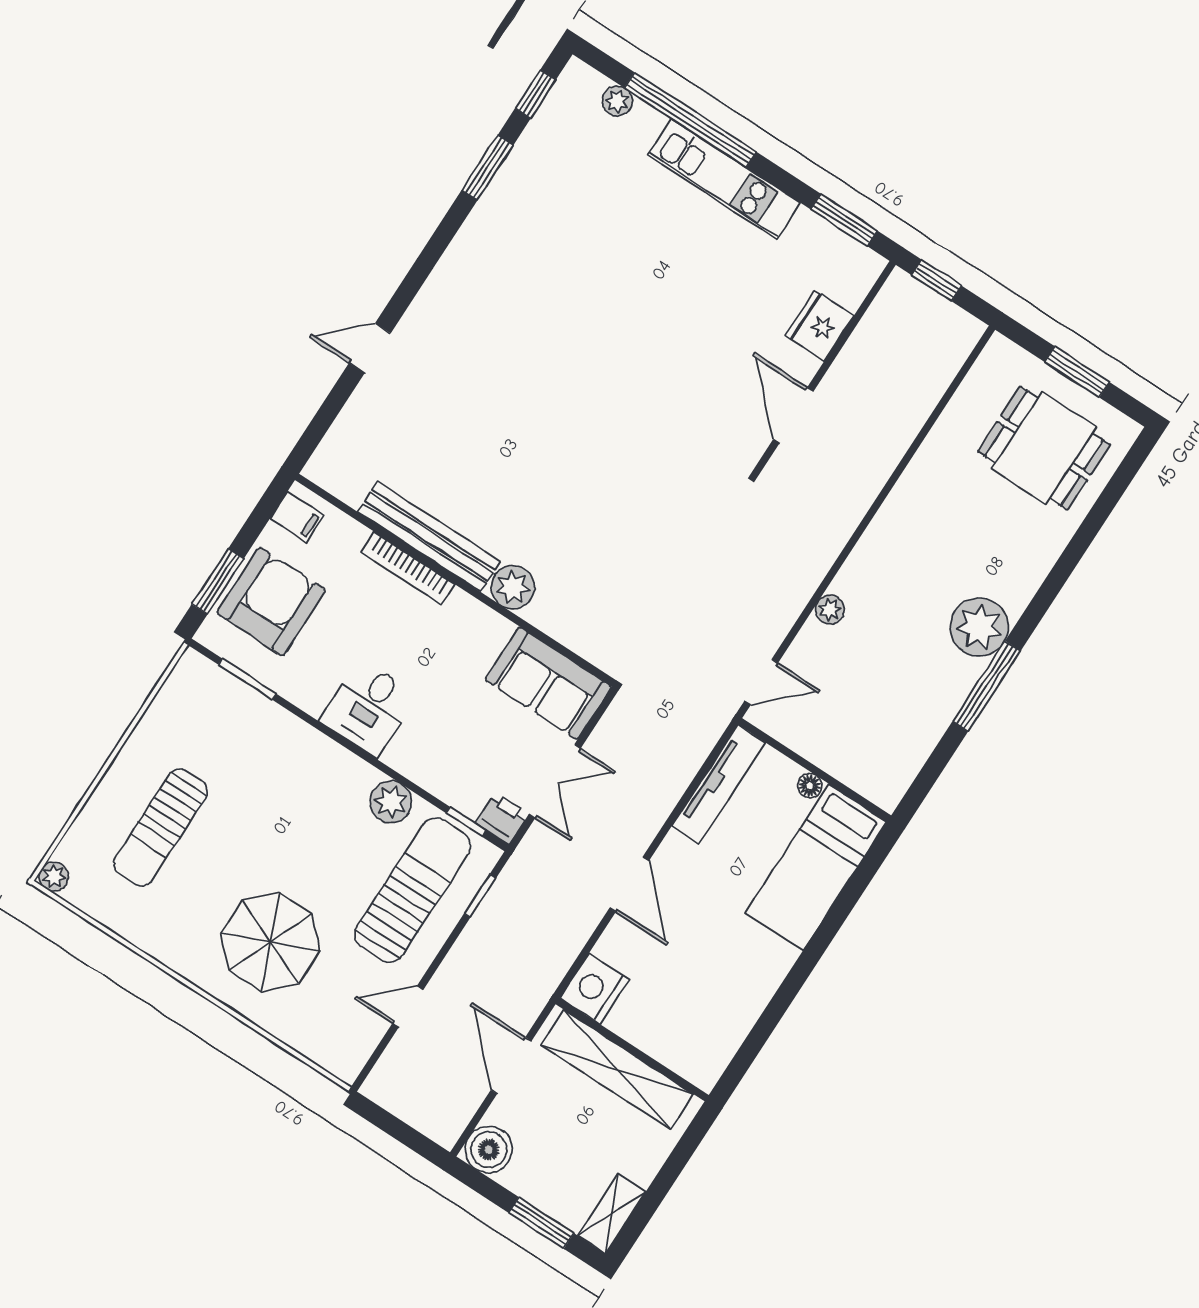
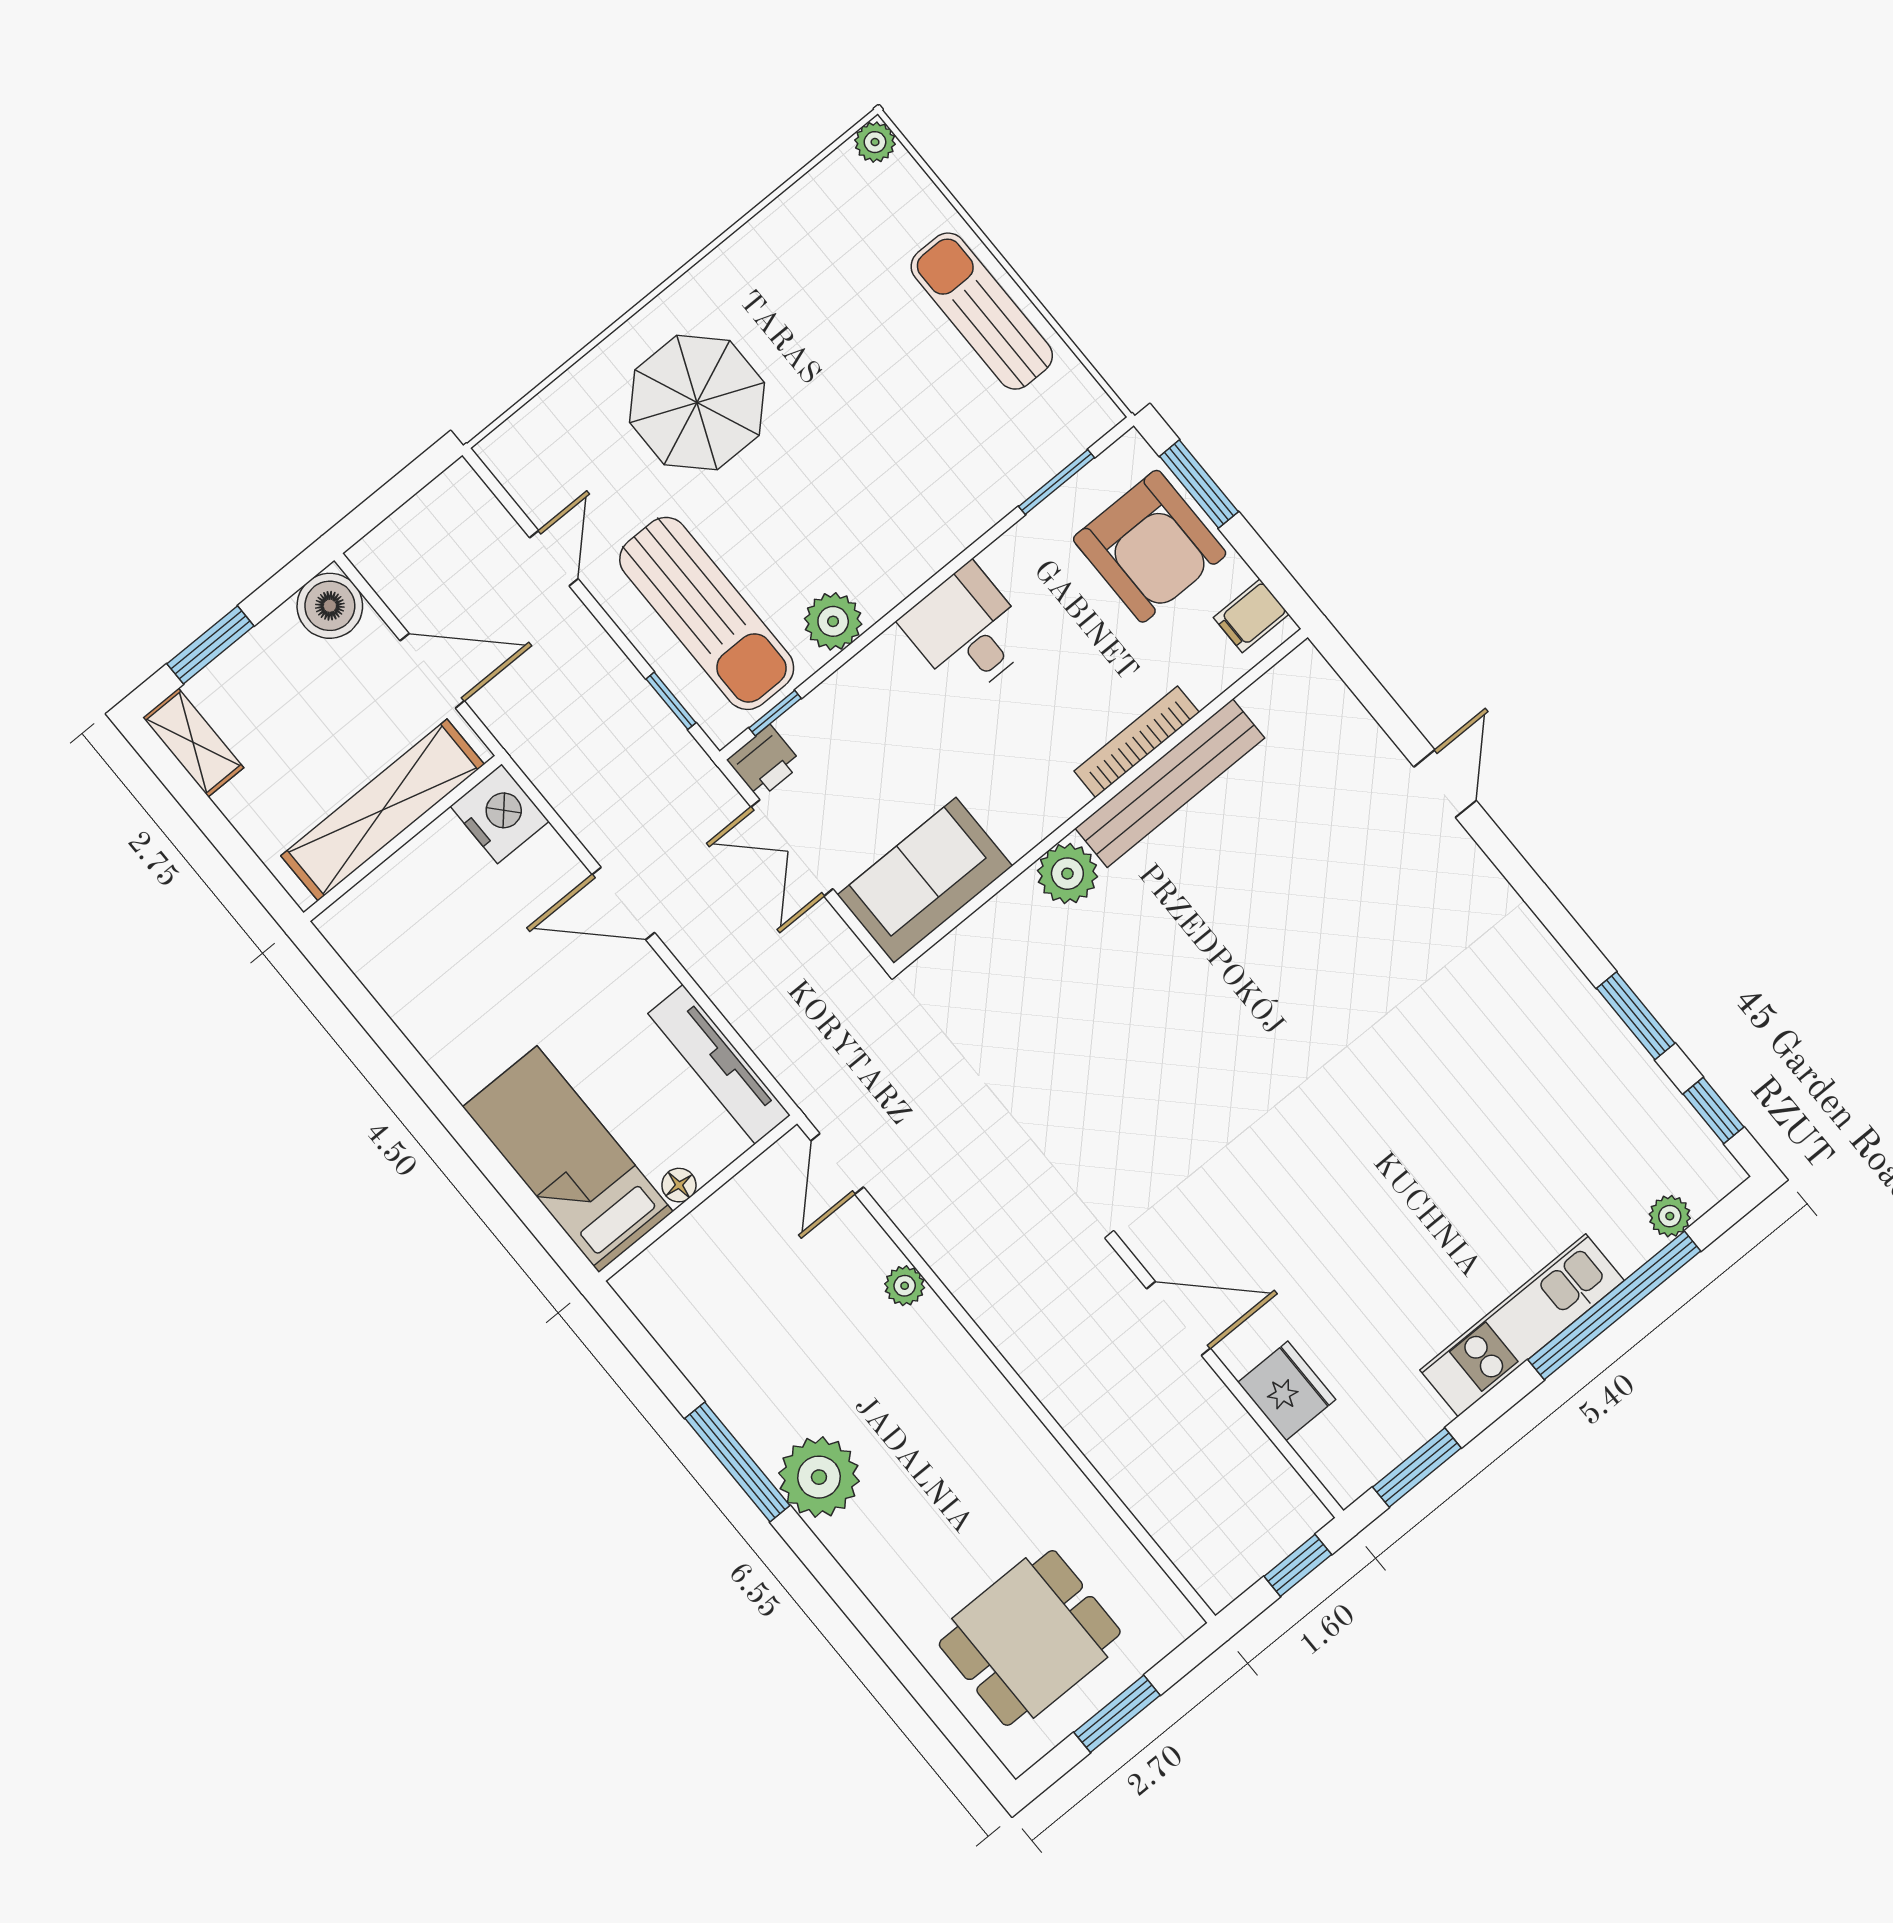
sun lounger: (161, 827) -> (982, 311), moved

